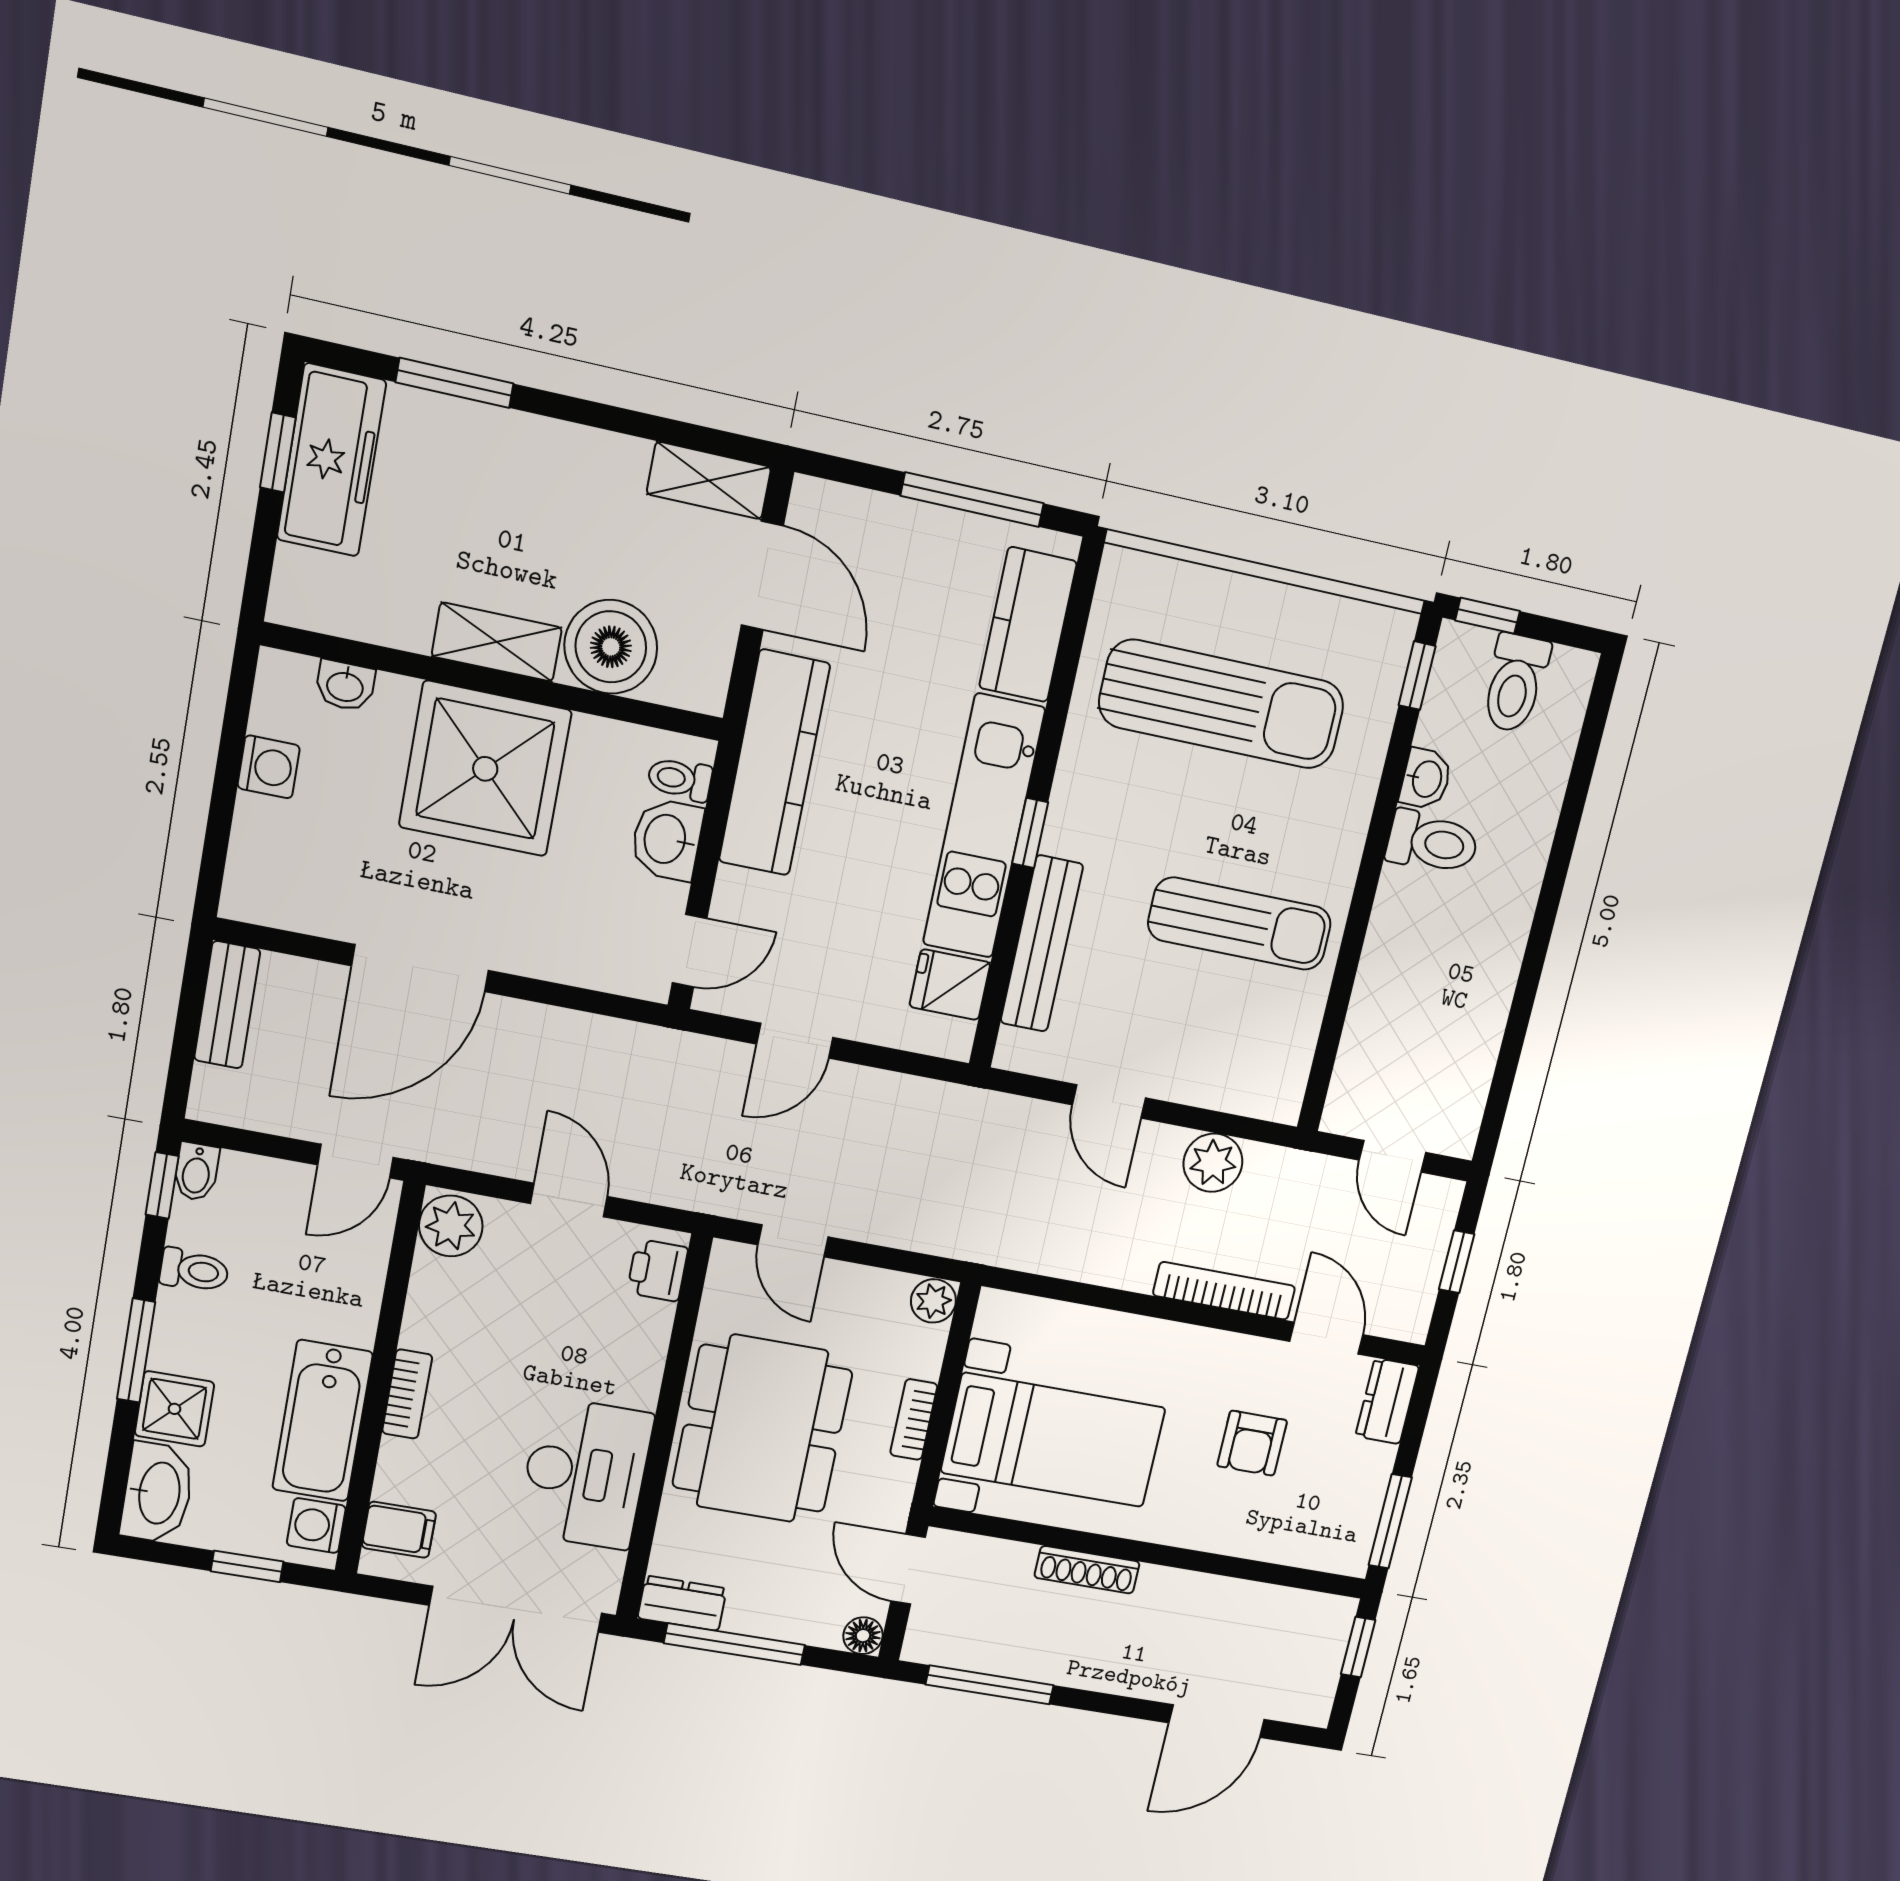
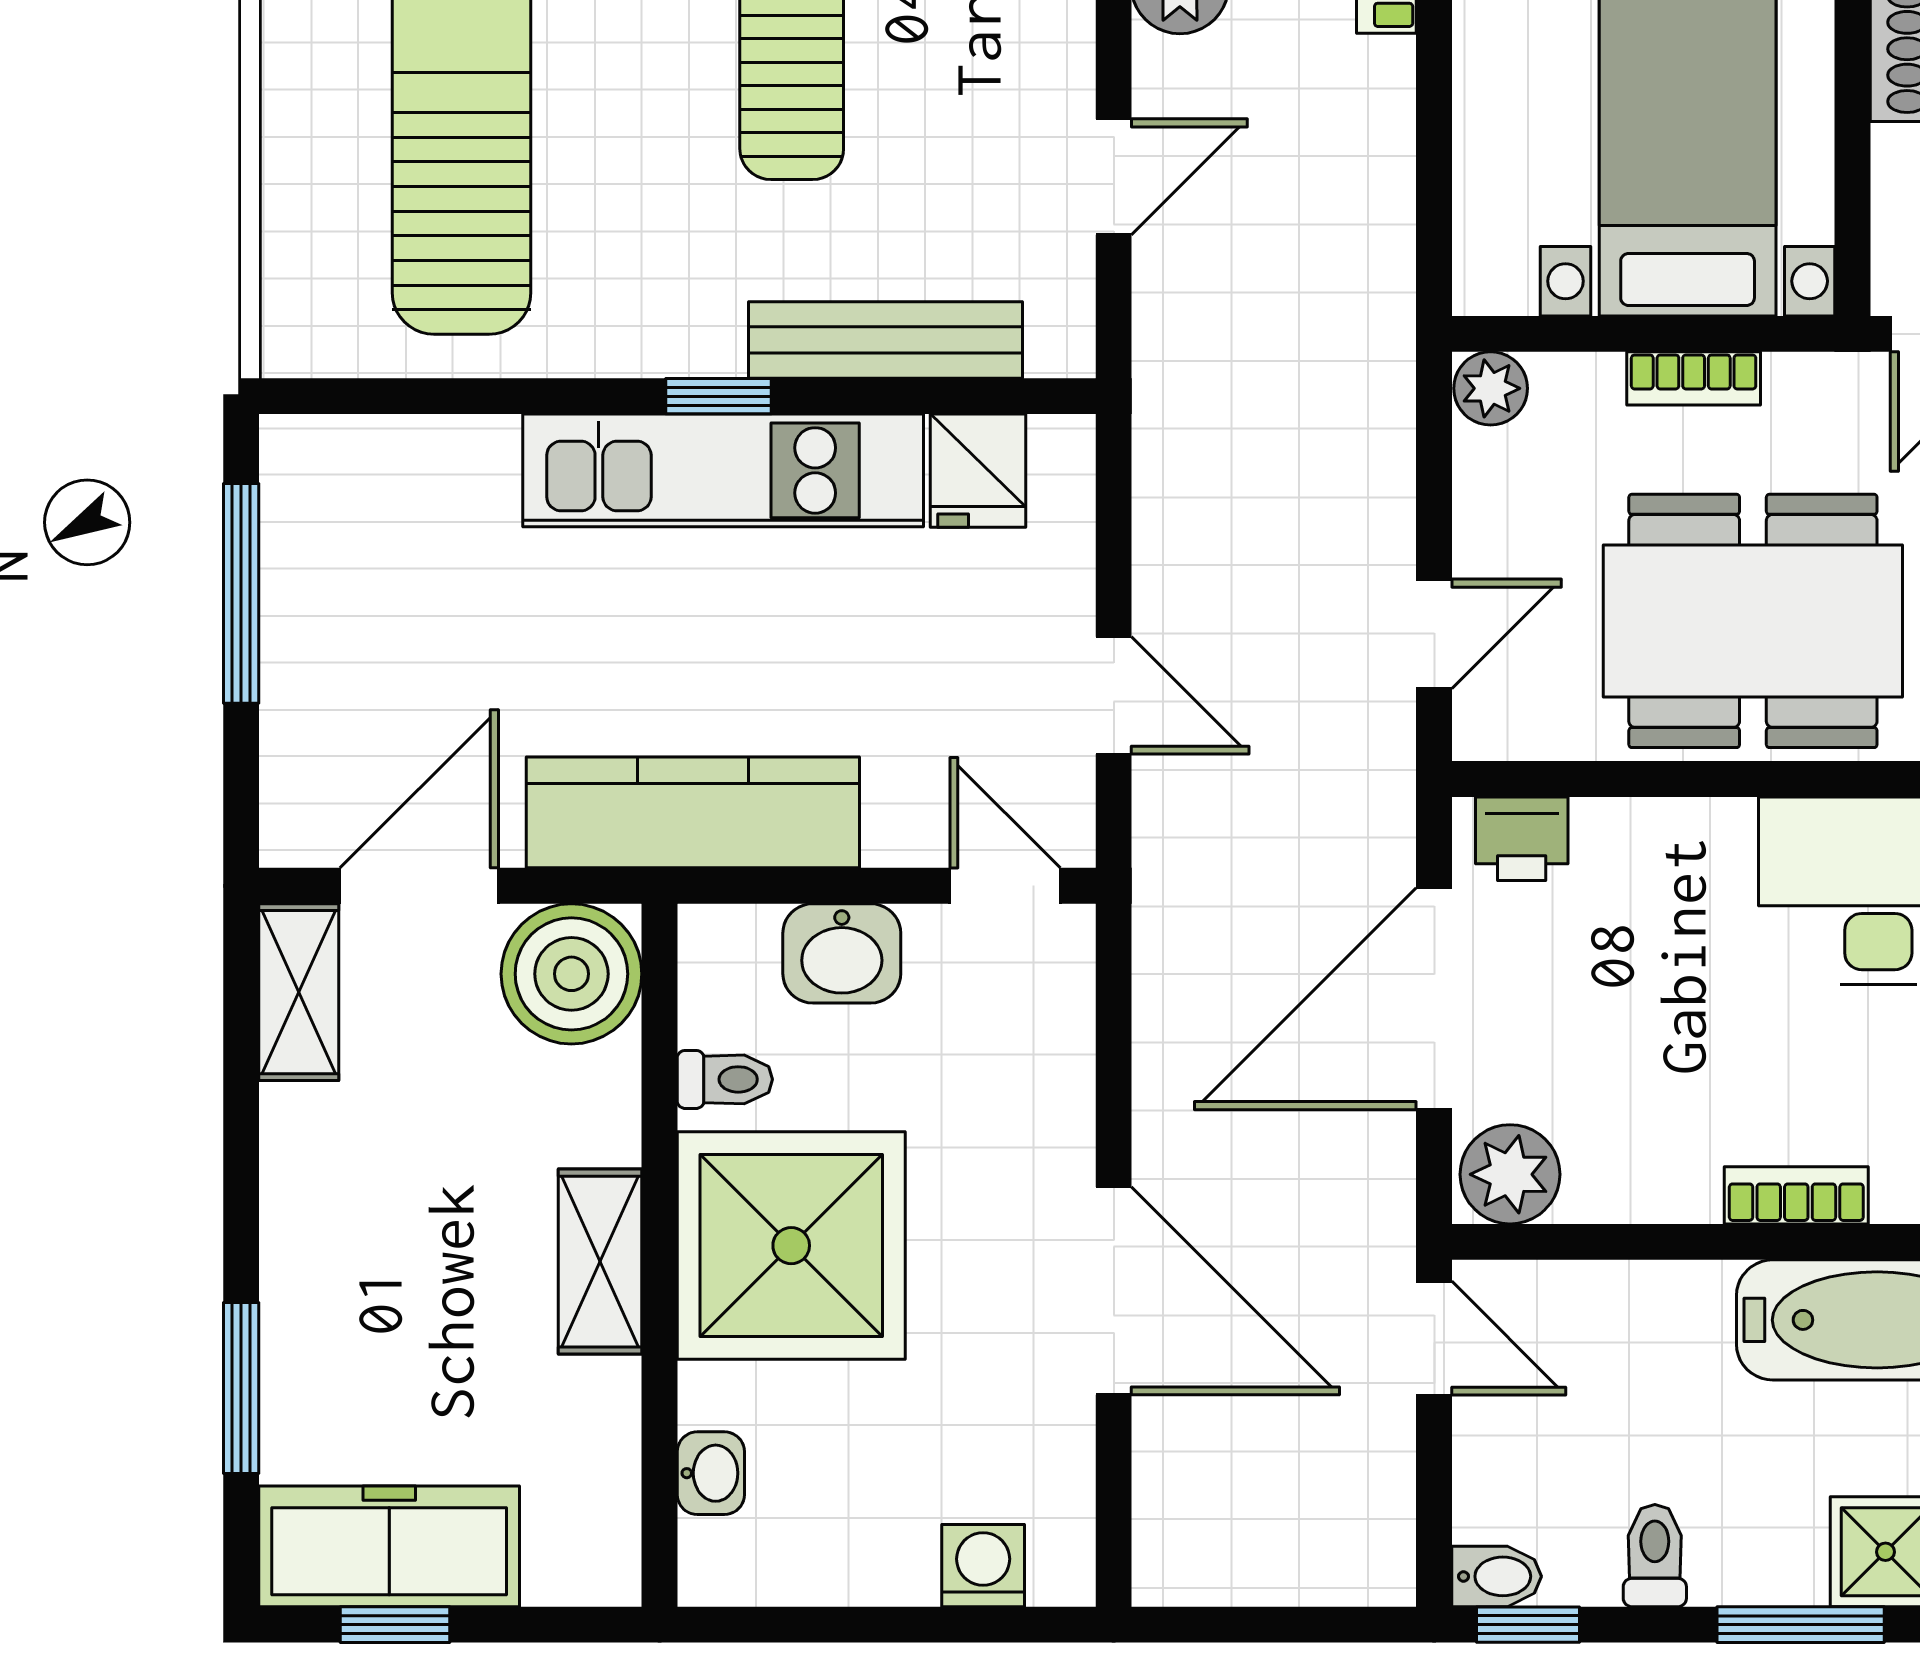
kitchen counter: (1028, 625) -> (406, 469), removed
boiler: (611, 647) -> (571, 974), moved
washing machine: (269, 767) -> (983, 1566), moved
toilet: (680, 779) -> (725, 1079), moved, turned -90
bench: (227, 1005) -> (1227, 1570), removed
door: (569, 1200) -> (1434, 999), width x1.88

